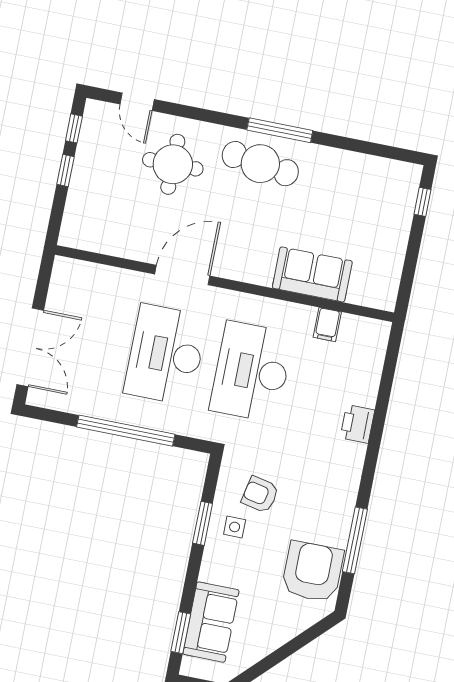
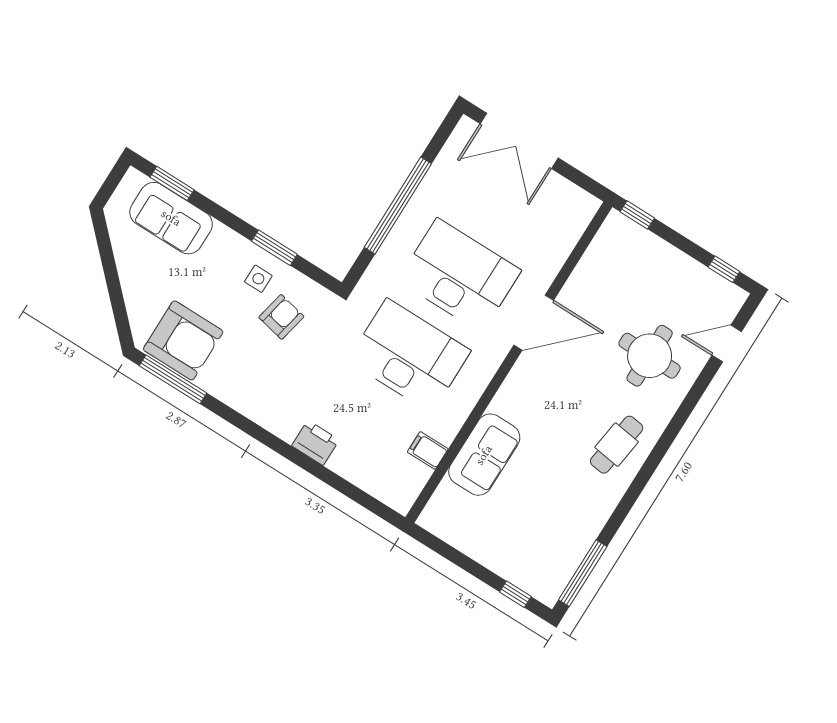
window: (280, 130) -> (583, 573), moved
cafe table: (260, 164) -> (617, 445), width x0.73, depth x0.74
window: (66, 170) -> (637, 215), moved
door: (182, 275) -> (534, 323), hinge flipped
window: (355, 540) -> (173, 379), moved

